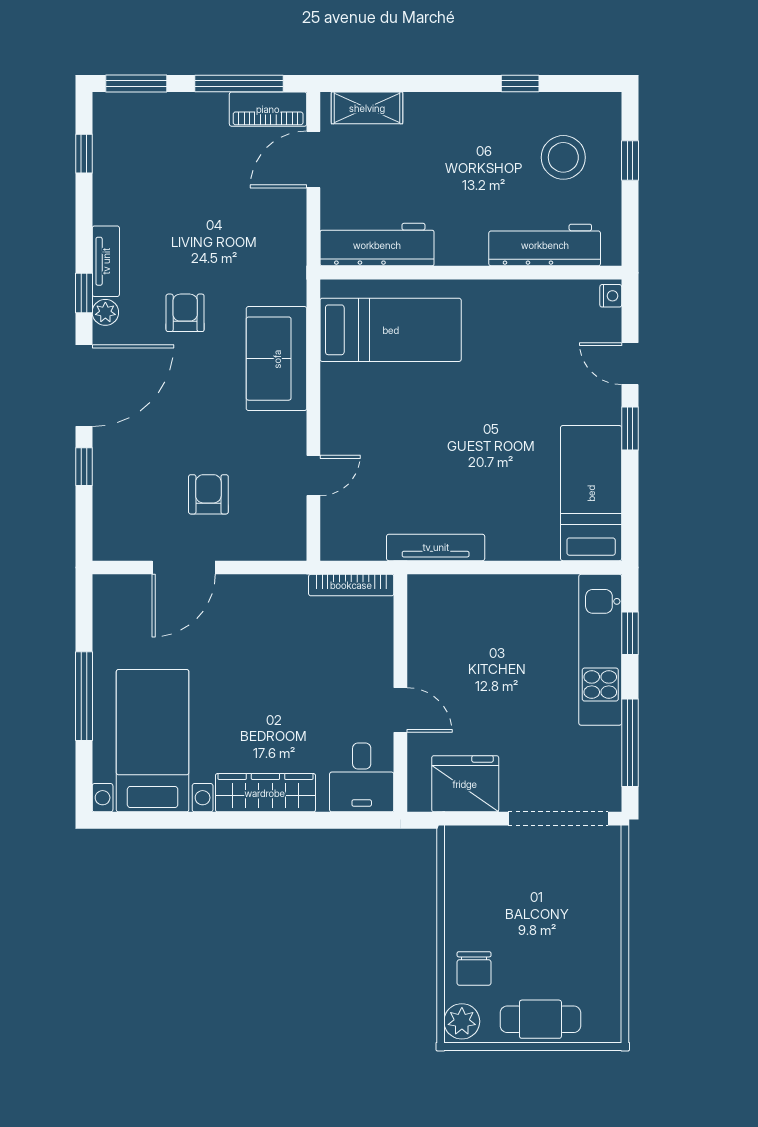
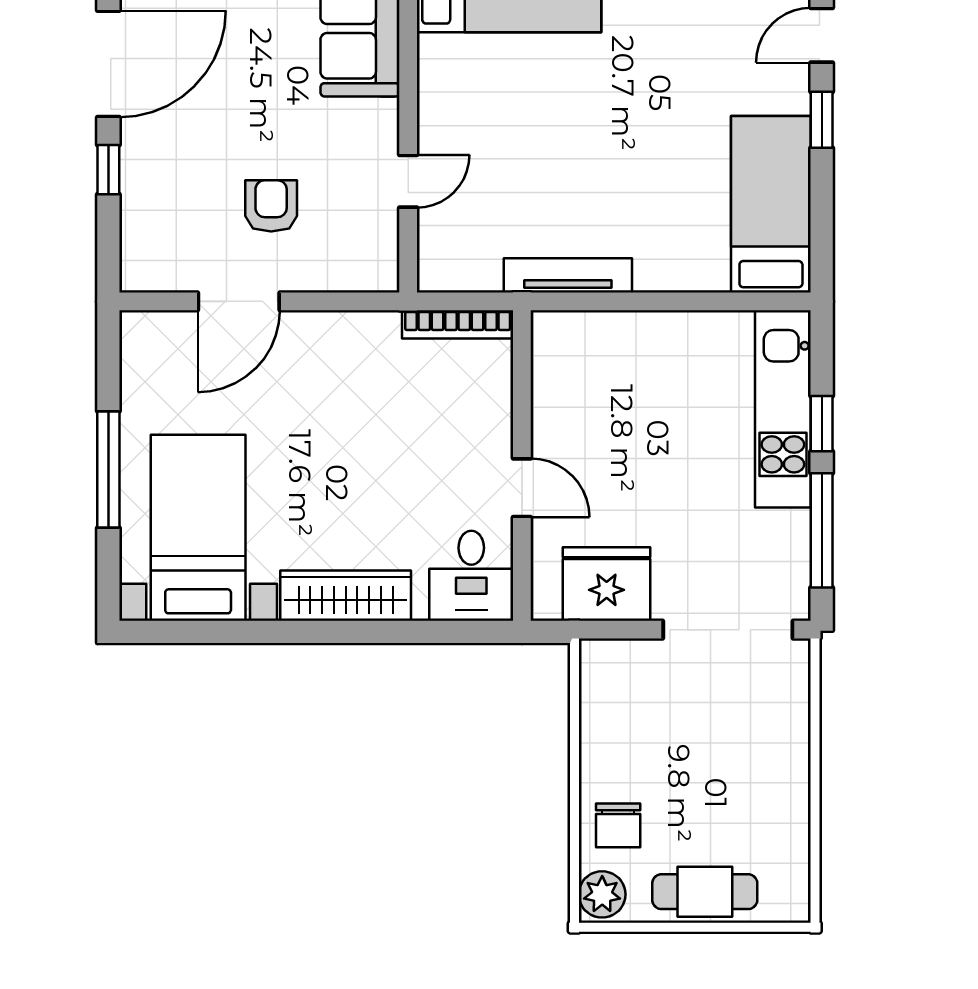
door: (630, 364) -> (822, 35), hinge flipped
window: (630, 633) -> (822, 424), moved

